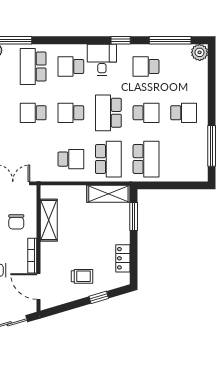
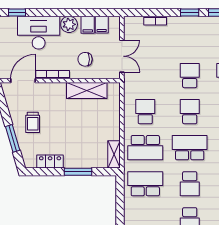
school desk: (71, 159) -> (145, 112), turned 180
school desk: (146, 159) -> (145, 184), turned 180
shelving: (108, 194) -> (114, 154), width x0.67, depth x0.75
window: (134, 217) -> (78, 172), moved
window: (99, 297) -> (13, 138), width x1.50

